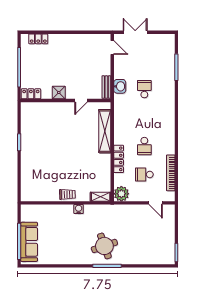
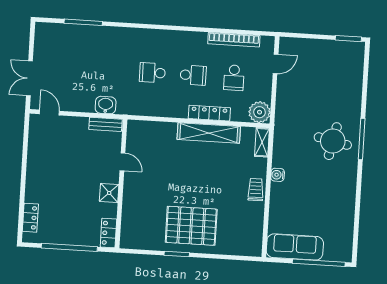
door: (112, 48) -> (49, 112), hinge flipped
school desk: (144, 89) -> (152, 73), moved
shelving: (105, 131) -> (209, 133), moved
pallet: (39, 151) -> (191, 226), added
sofa: (29, 242) -> (295, 247), moved
round table: (104, 246) -> (333, 141), turned 31

